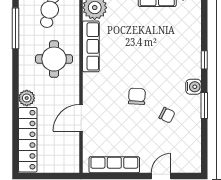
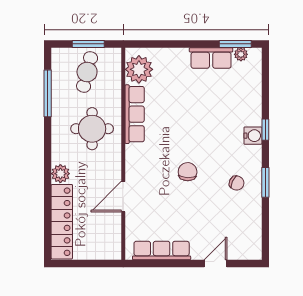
water cooler: (194, 87) -> (253, 136), moved
chair: (167, 115) -> (237, 183), moved

